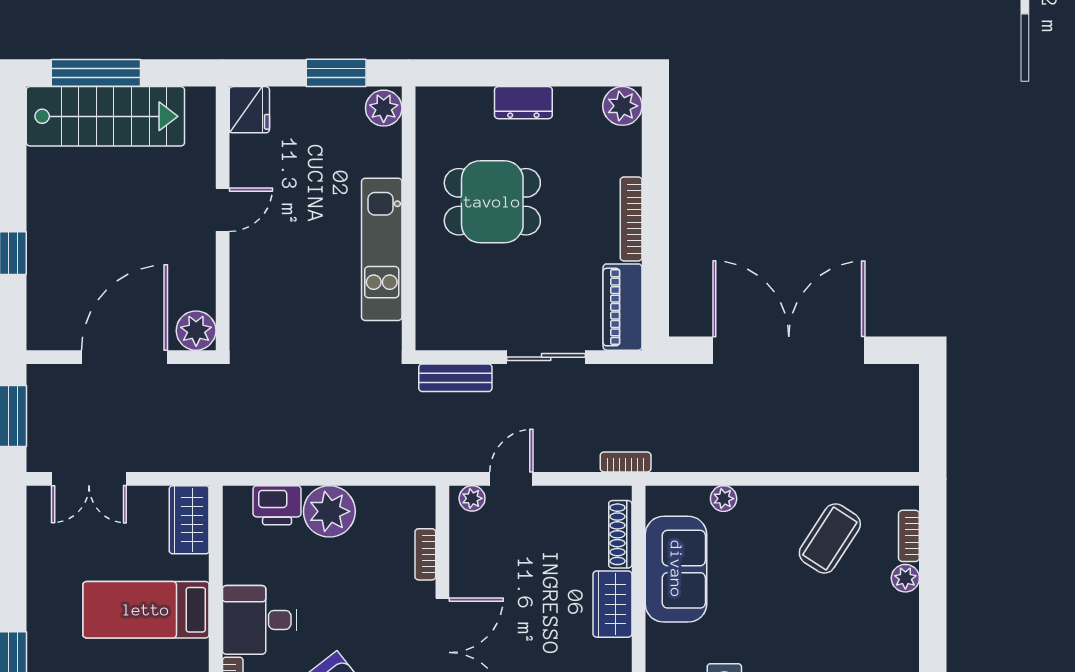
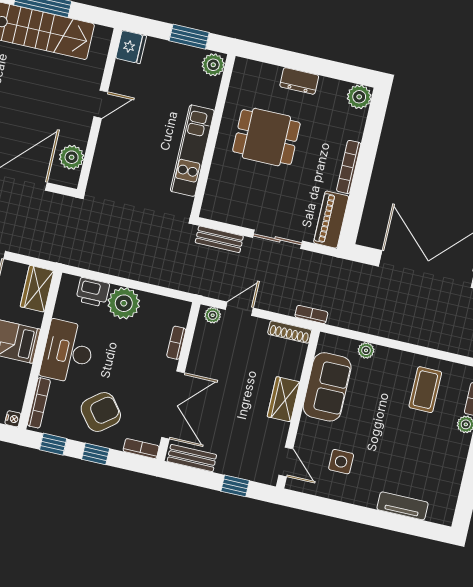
plant: (196, 331) -> (72, 157), moved
shoe rack: (620, 534) -> (290, 332), moved, turned -90
coffee table: (830, 538) -> (425, 390), turned -33
desk: (260, 620) -> (68, 352), width x1.37

